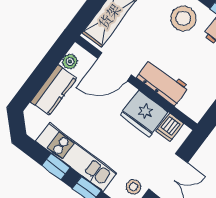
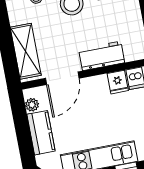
fridge: (144, 113) -> (118, 82), width x0.53, depth x0.75

